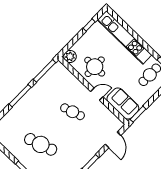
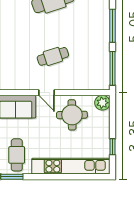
door: (97, 94) -> (47, 93), hinge flipped

